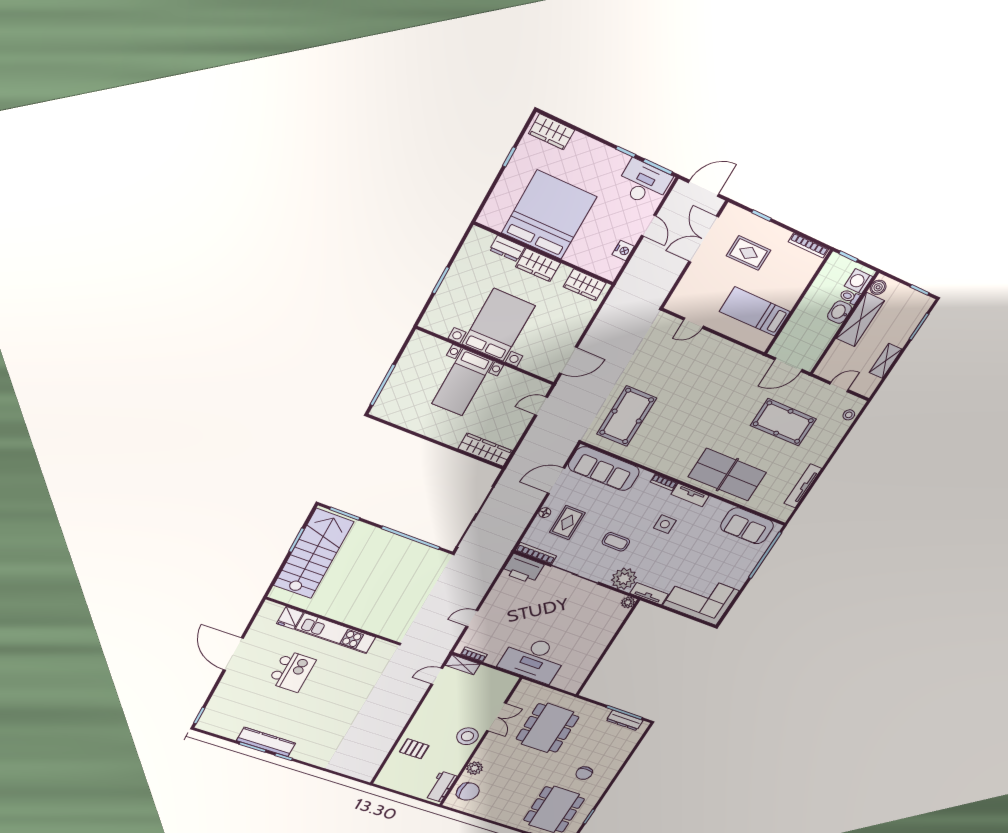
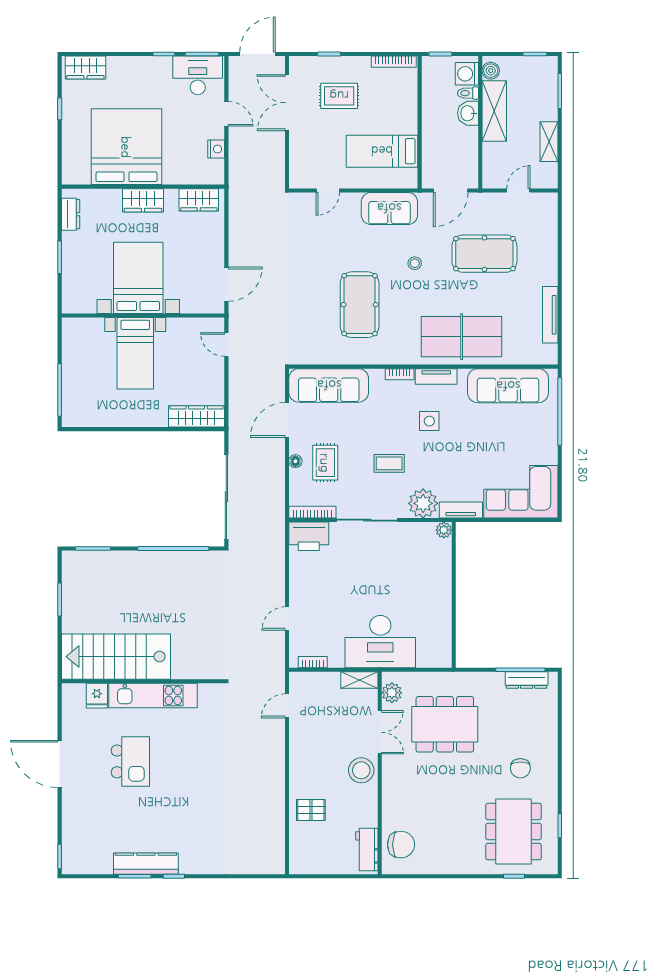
dresser: (507, 249) -> (71, 214), moved, turned -90
sofa: (733, 358) -> (389, 208), added
door: (541, 406) -> (226, 345), hinge flipped
stool: (849, 415) -> (415, 263), moved
pool table: (627, 416) -> (360, 305), moved
sofa: (747, 526) -> (508, 386), width x1.36
stairs: (314, 554) -> (116, 657), moved, turned -90
shelving: (463, 665) -> (359, 680), moved
dining table: (547, 728) -> (445, 724), turned 90
plant: (475, 768) -> (392, 693), moved

